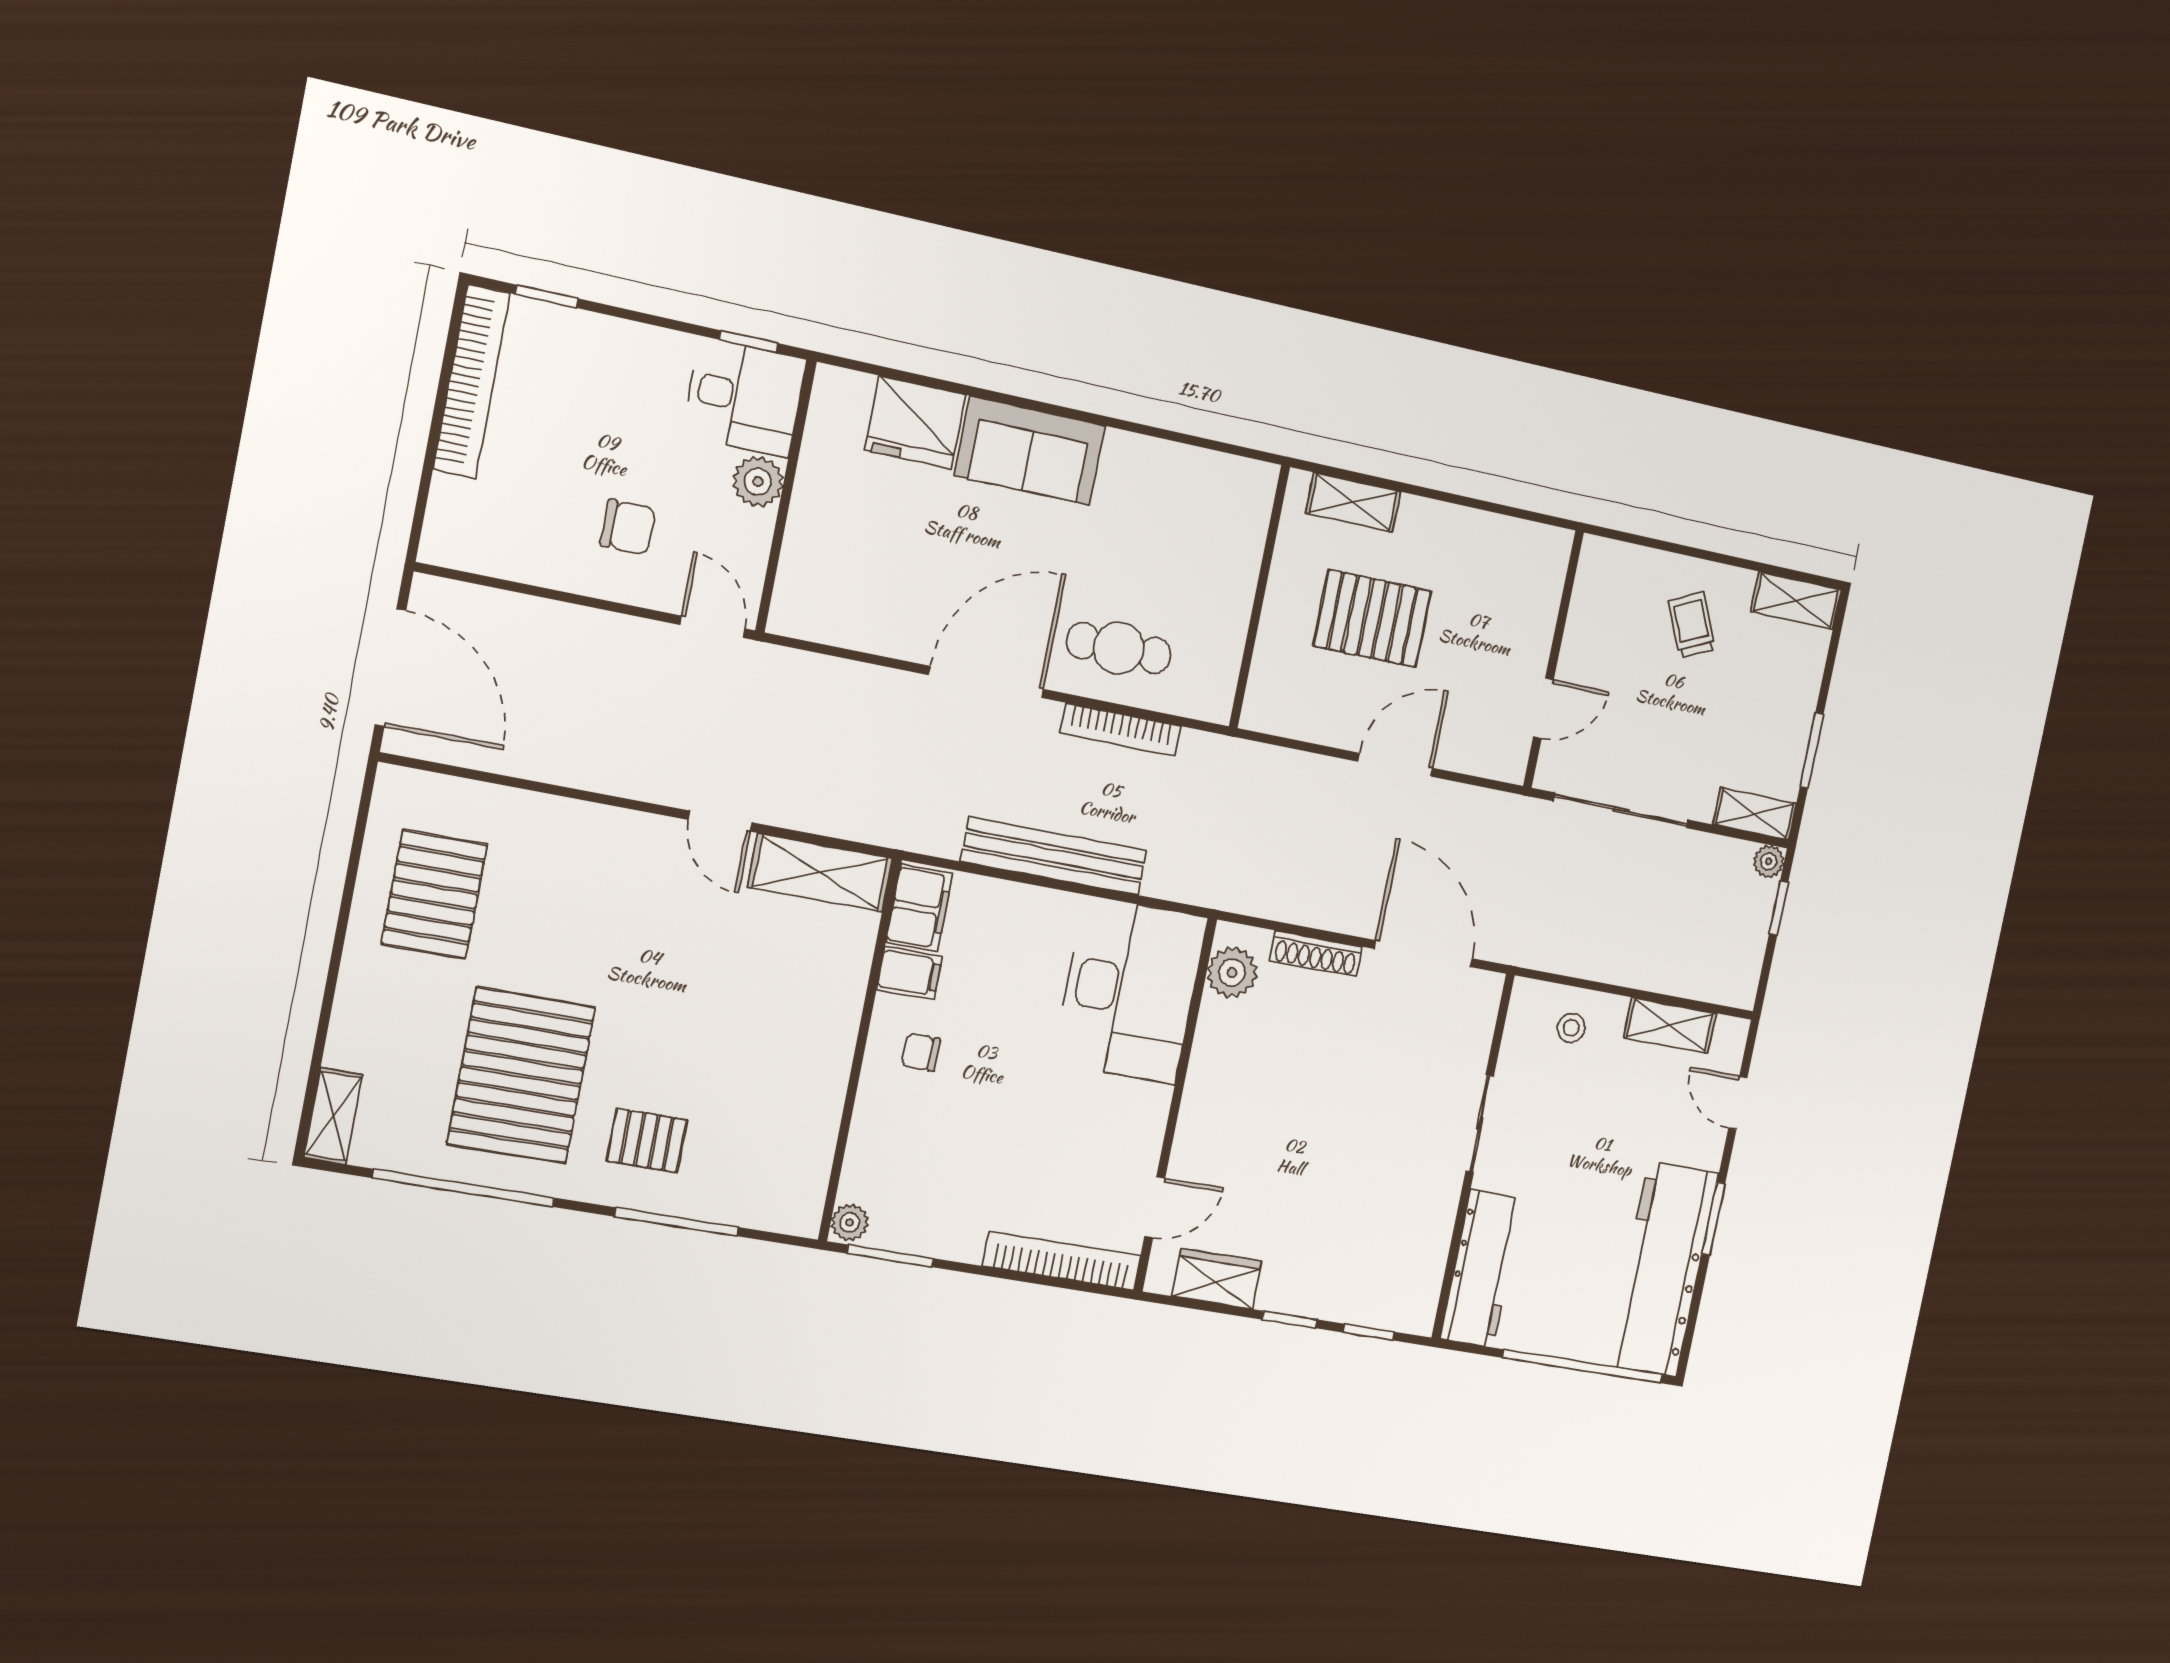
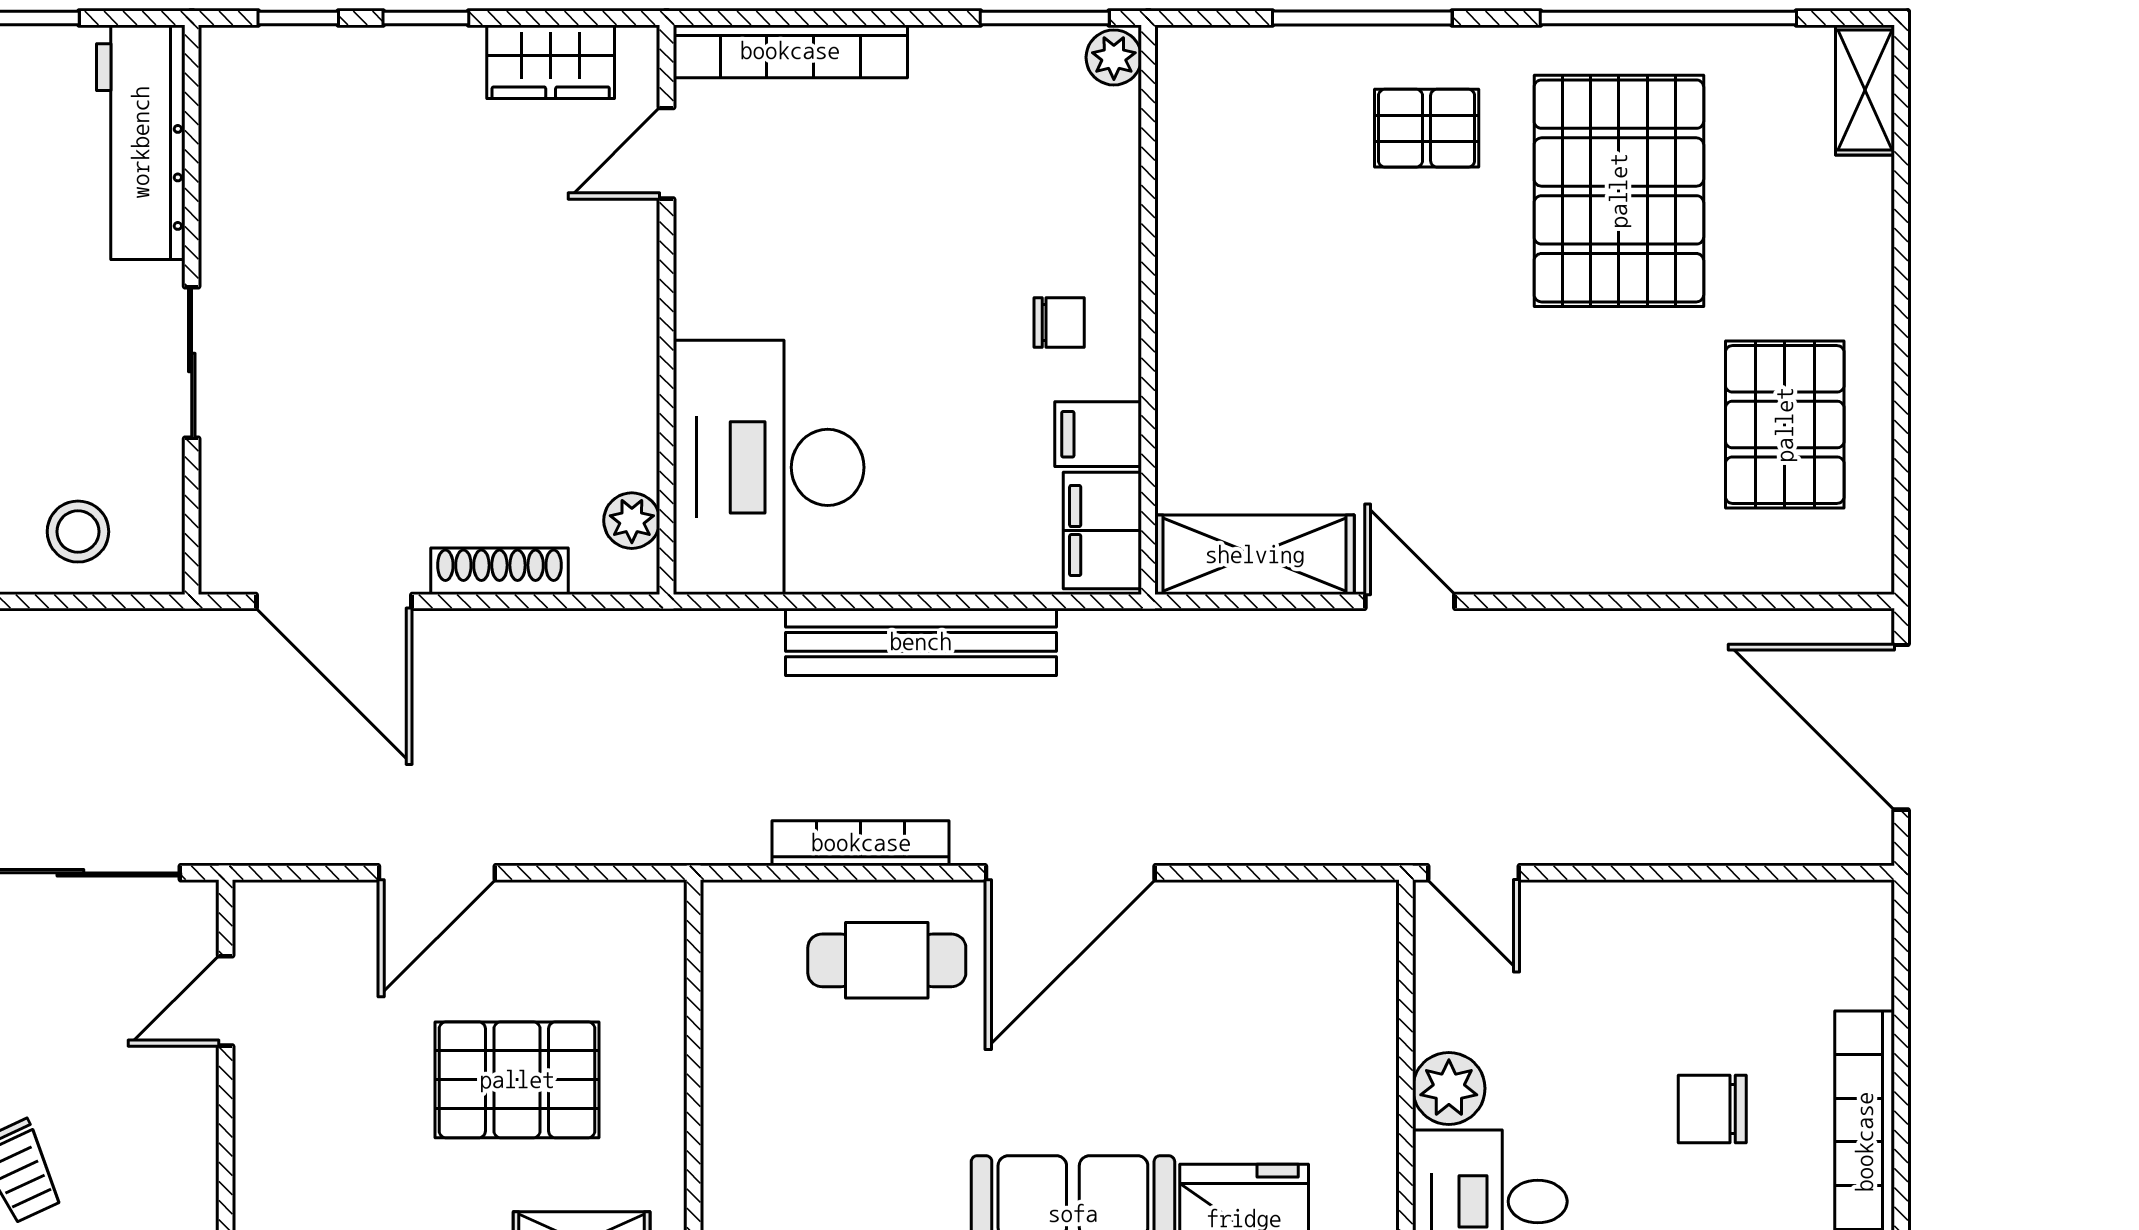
chair: (628, 527) -> (1712, 1109), moved
plant: (1232, 973) -> (632, 521), width x0.73, depth x0.73
stool: (1571, 1028) -> (78, 532), width x1.37, depth x1.37

